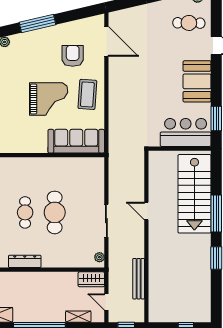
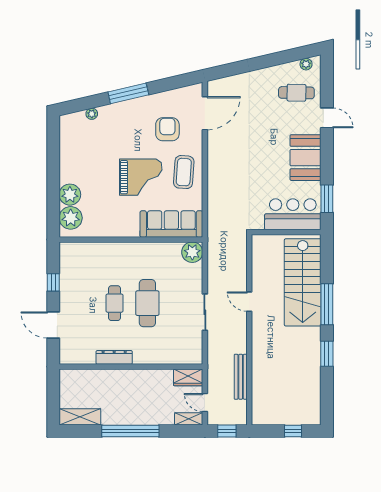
door: (106, 41) -> (205, 113), hinge flipped
plant: (99, 257) -> (192, 252), moved, width x1.87, depth x1.87
shelving: (78, 317) -> (189, 419), moved

